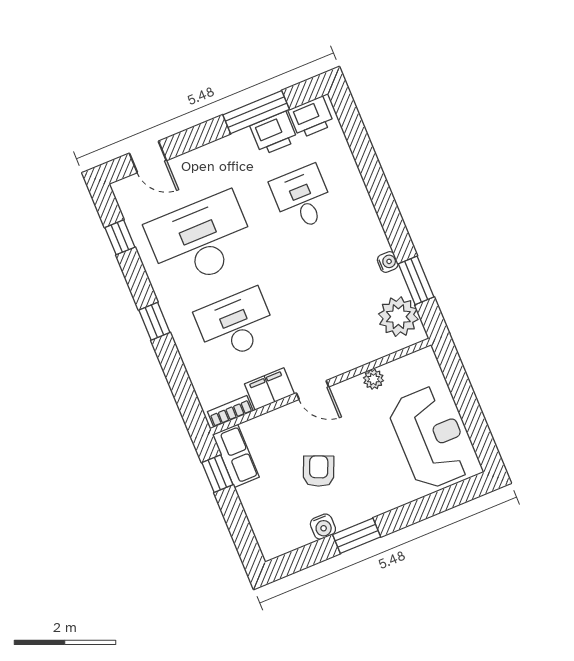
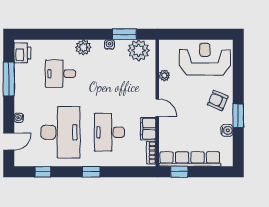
printer: (274, 133) -> (23, 75), removed
water cooler: (196, 157) -> (19, 118), added
plant: (364, 219) -> (83, 47), added
desk: (201, 240) -> (60, 132), turned 180
door: (313, 390) -> (157, 108), hinge flipped
row of seats: (236, 456) -> (190, 159), width x2.02
armchair: (319, 471) -> (218, 101), moved

